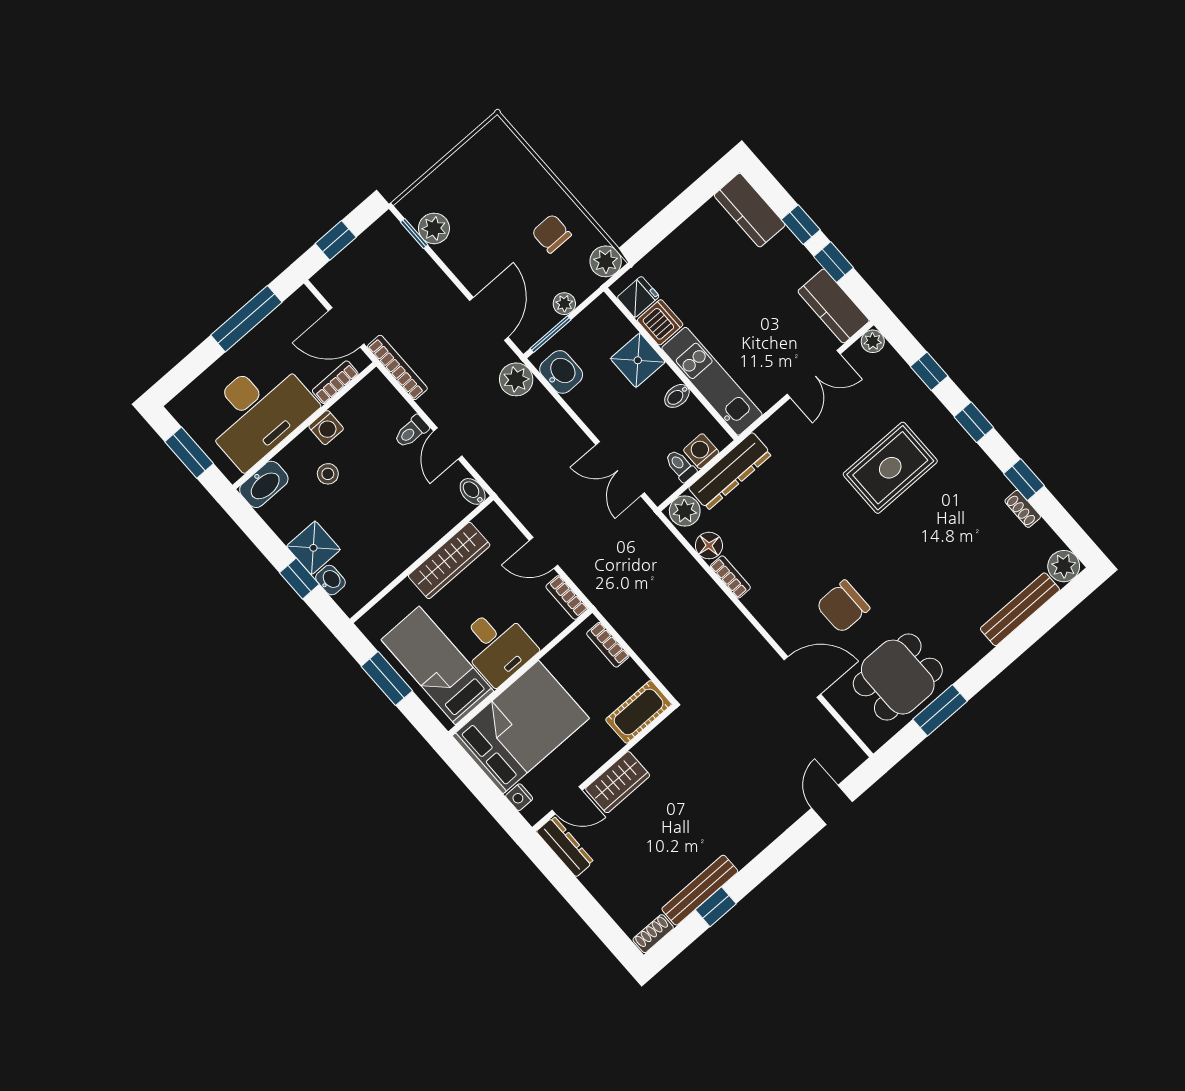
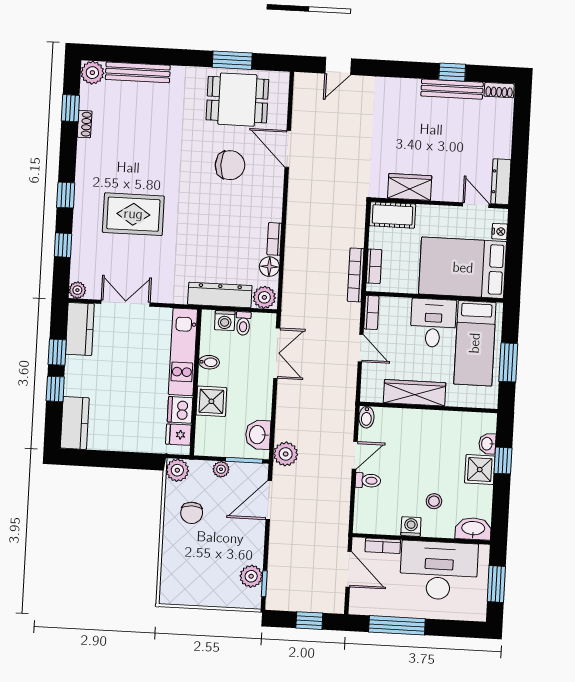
bookcase: (397, 367) -> (356, 275), moved
window: (1024, 480) -> (70, 108), moved
wardrobe: (618, 782) -> (410, 187), moved

